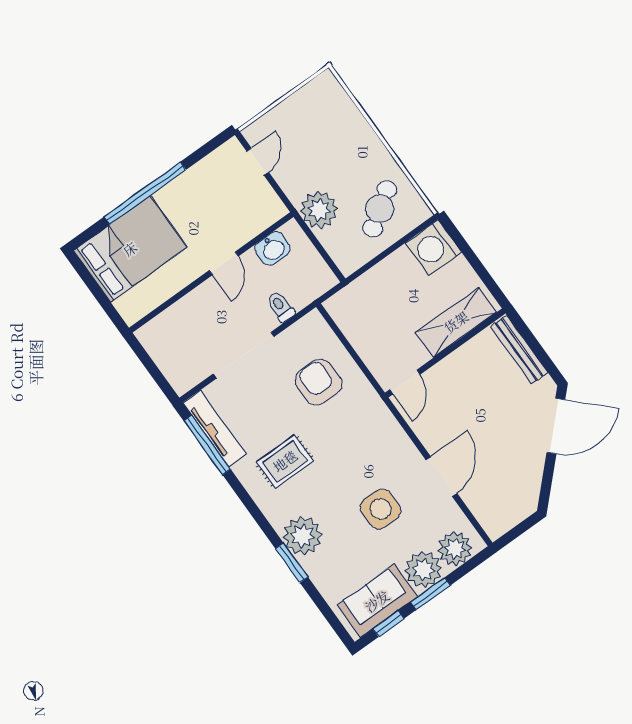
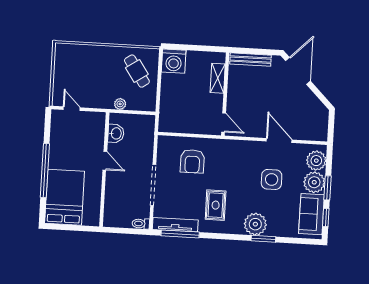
plant: (319, 210) -> (120, 104), width x0.53, depth x0.53
toilet: (281, 307) -> (141, 224), moved
shelving: (456, 322) -> (218, 78), width x0.67, depth x0.75
armchair: (319, 382) -> (192, 161), turned -90

